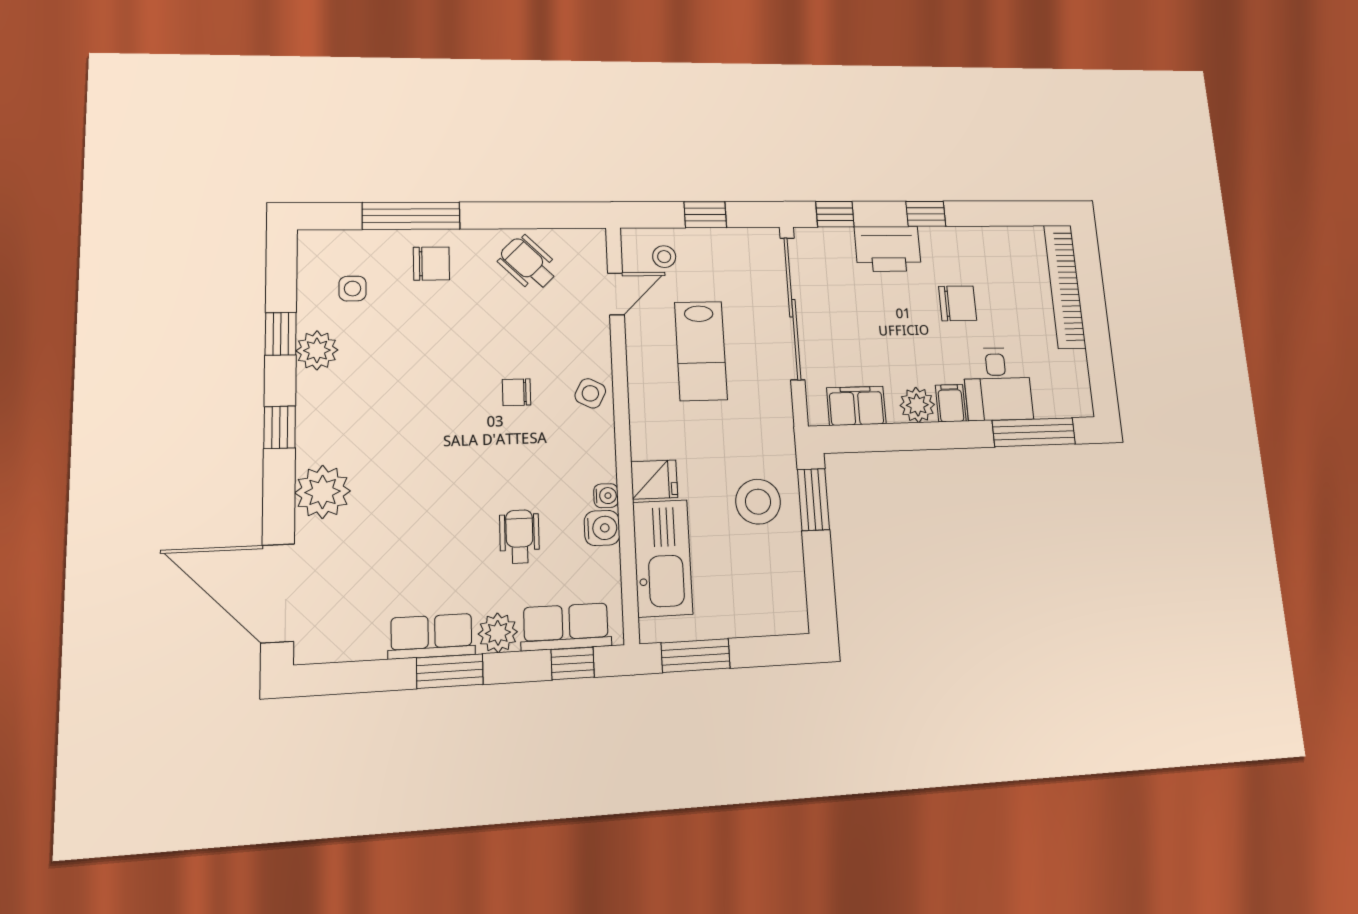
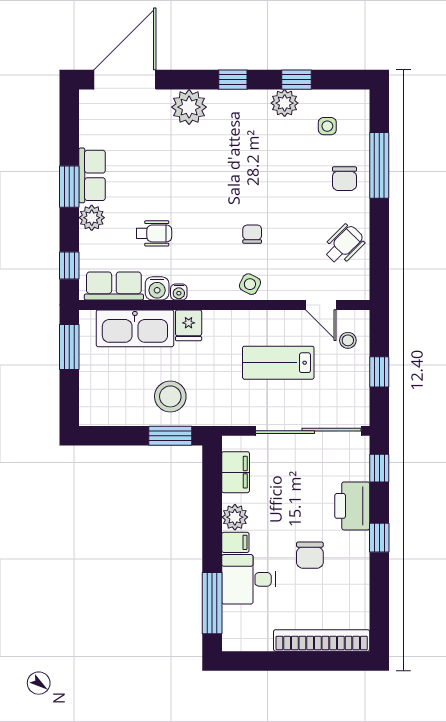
row of seats: (566, 627) -> (114, 286), moved, turned -90

